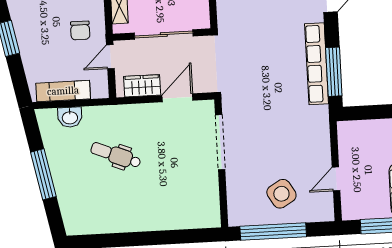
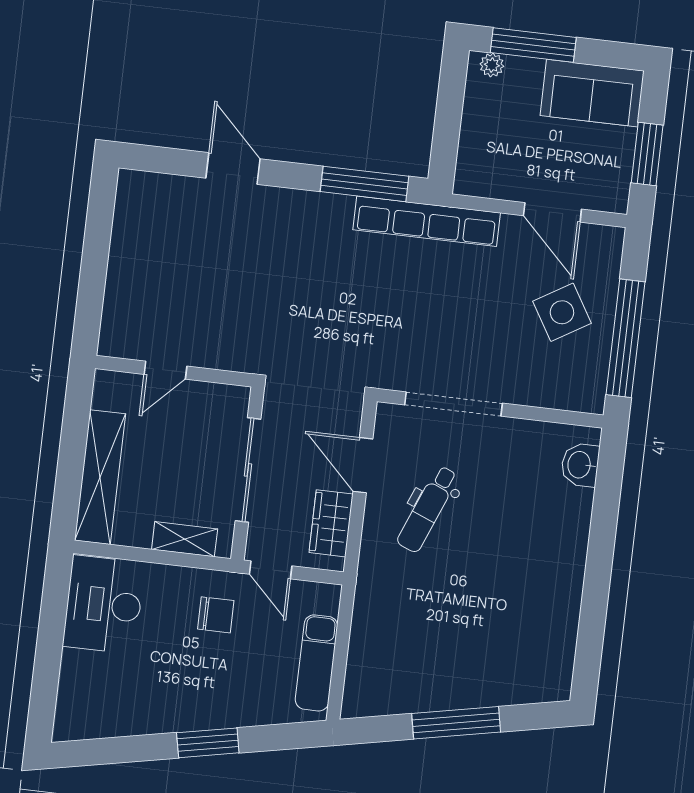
row of seats: (317, 64) -> (427, 221), moved
washbasin: (70, 117) -> (580, 465), moved, turned 180
dental chair: (116, 155) -> (428, 509), moved
door: (336, 179) -> (552, 212), width x1.38

